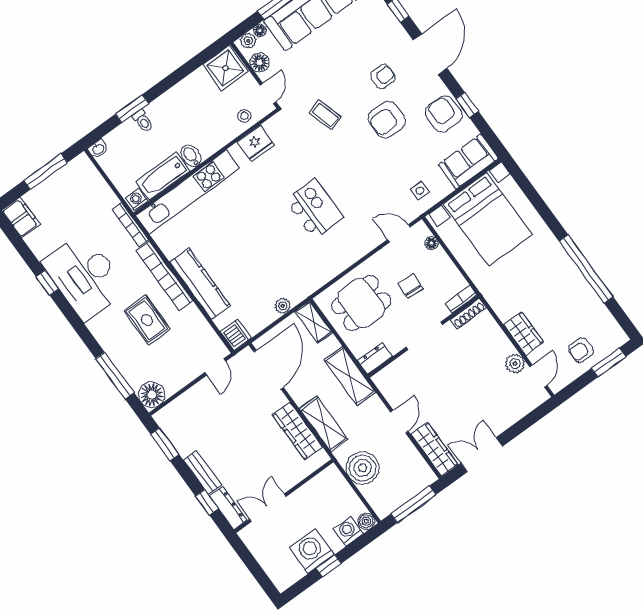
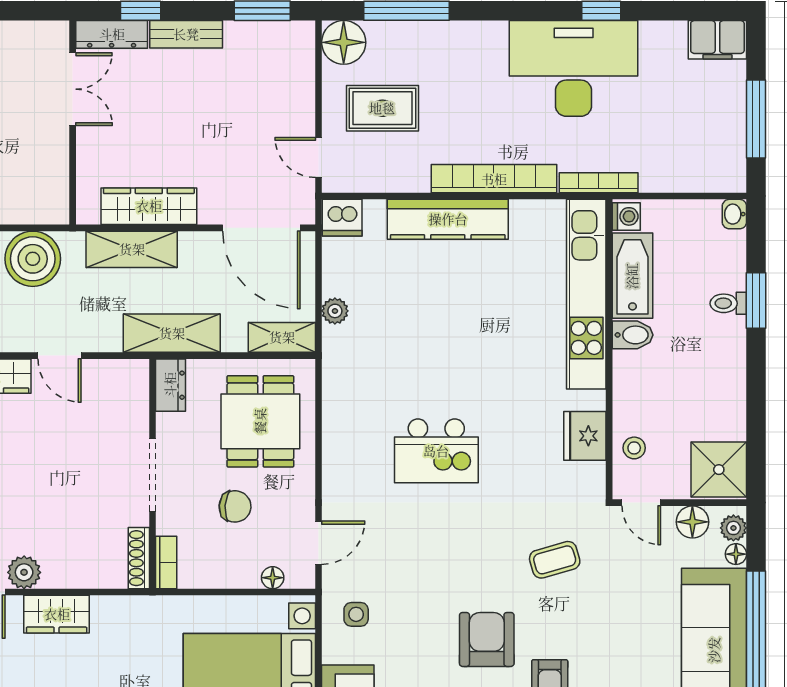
rug: (147, 320) -> (382, 108), moved

